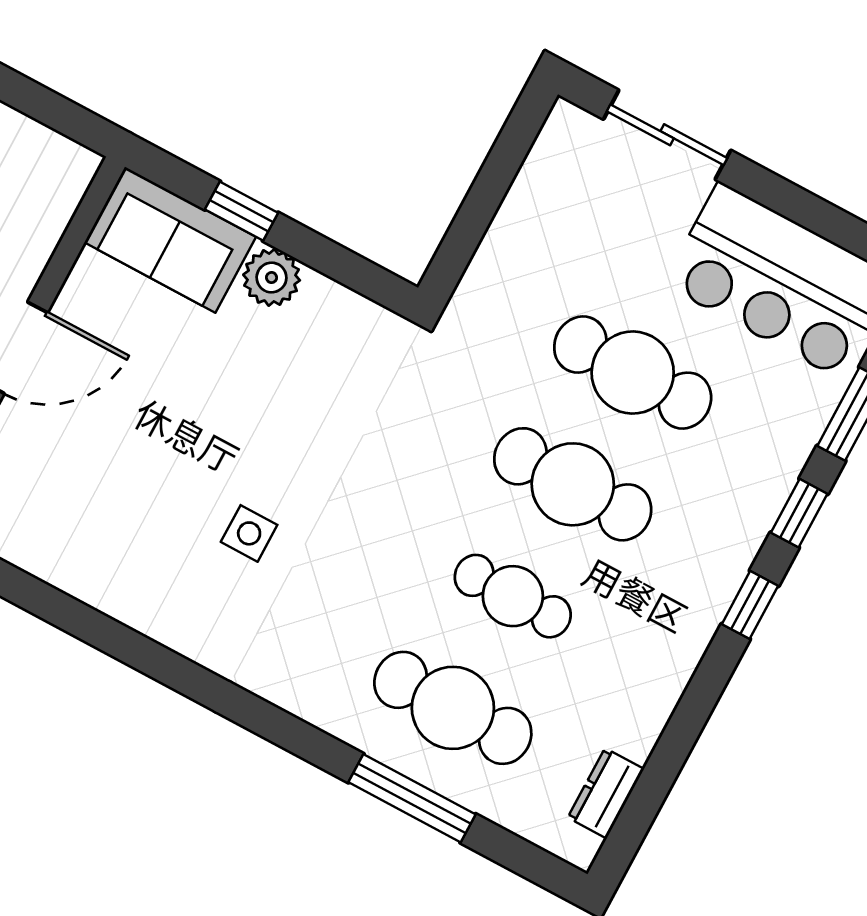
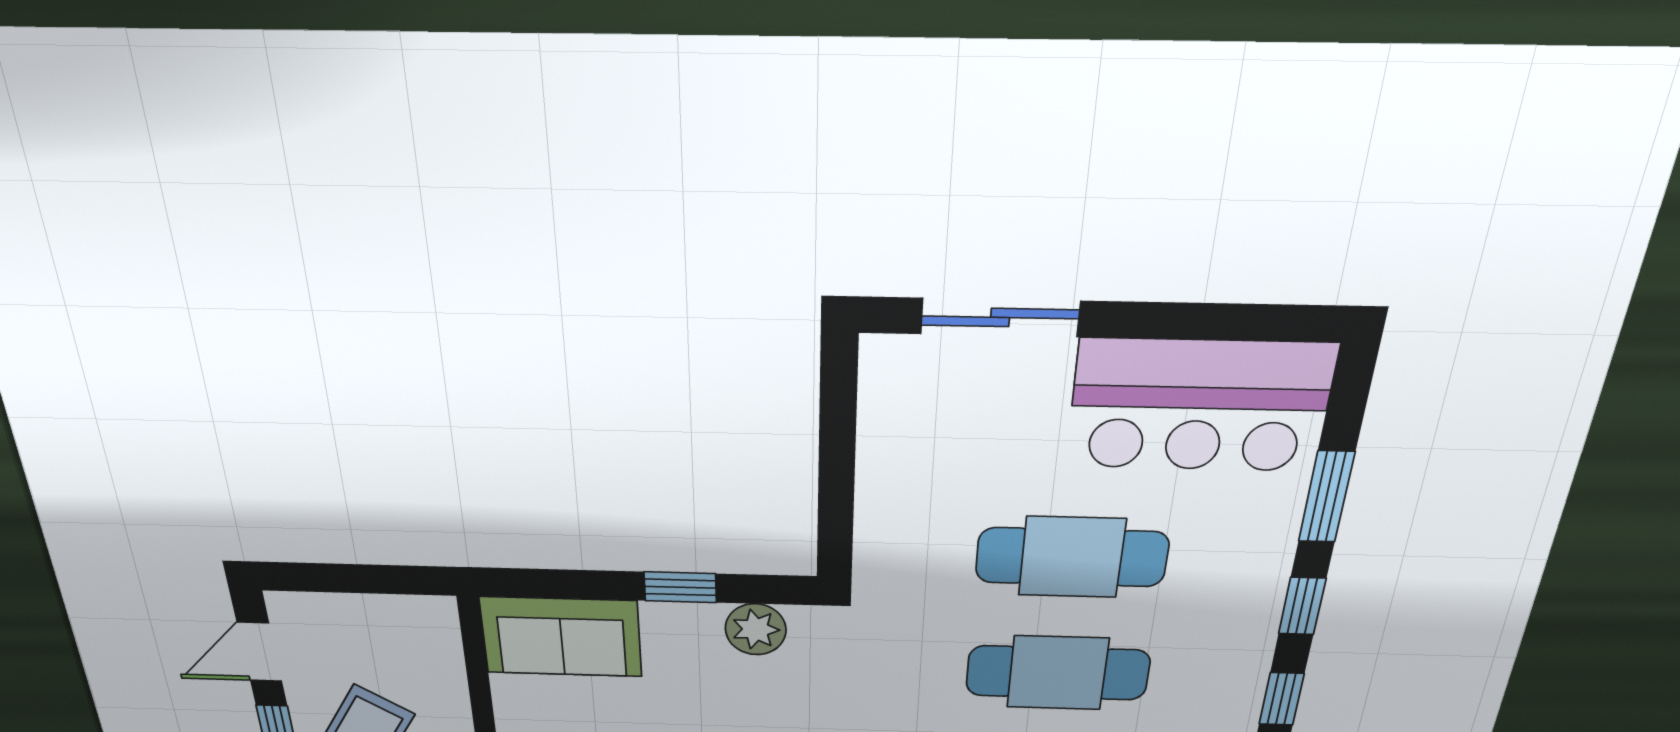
window: (242, 211) -> (680, 587), moved
plant: (272, 278) -> (756, 629), moved

